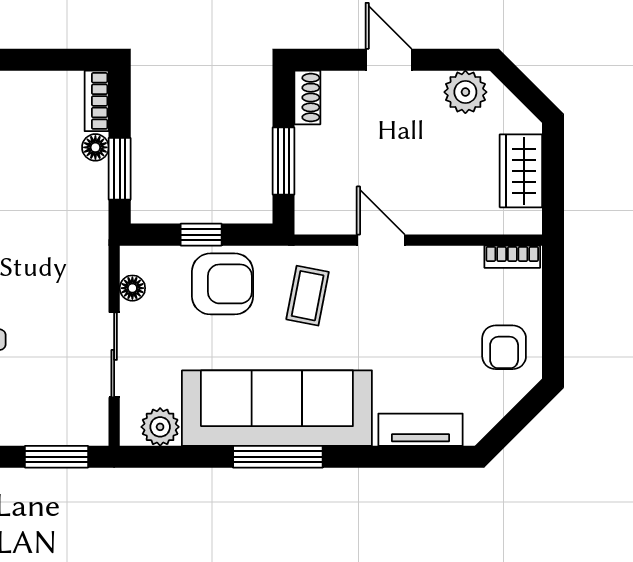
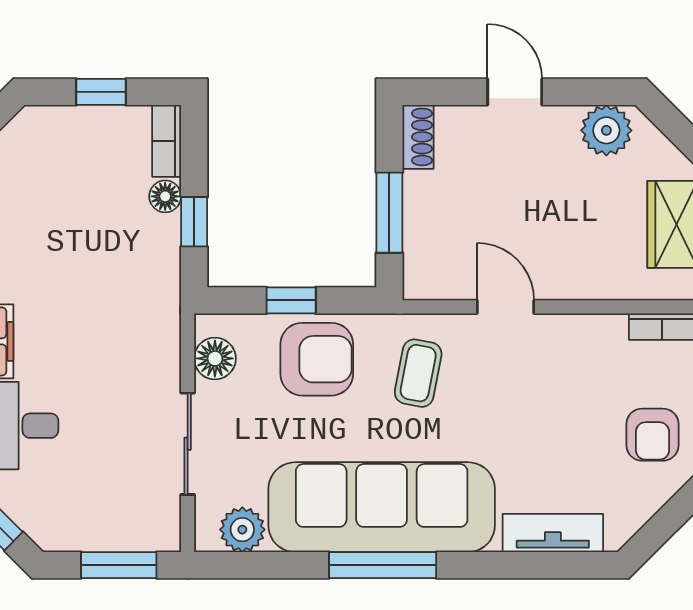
window: (42, 60) -> (101, 92), added
window: (120, 169) -> (194, 222), width x0.67
floor lamp: (132, 288) -> (215, 358), width x1.37, depth x1.37

